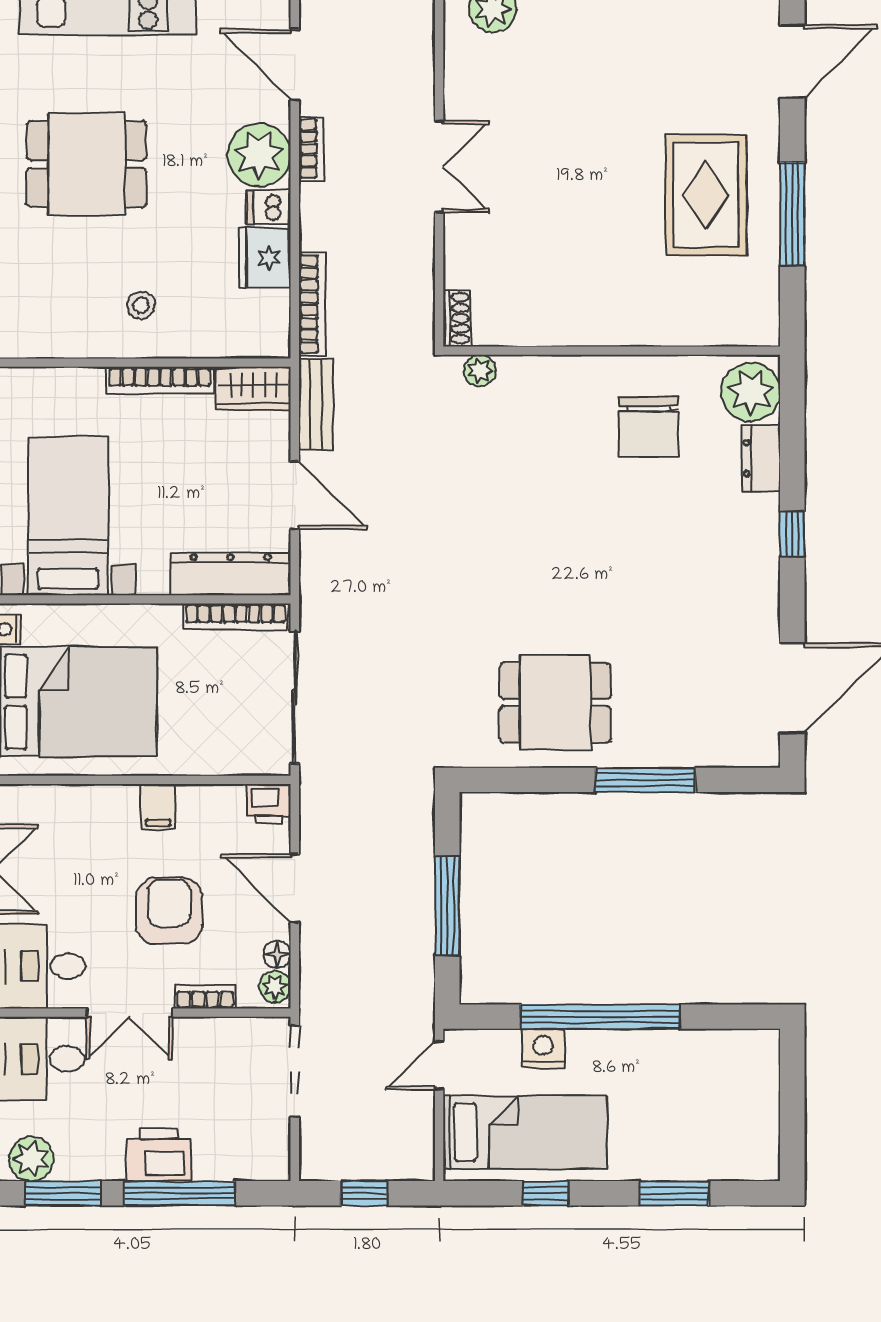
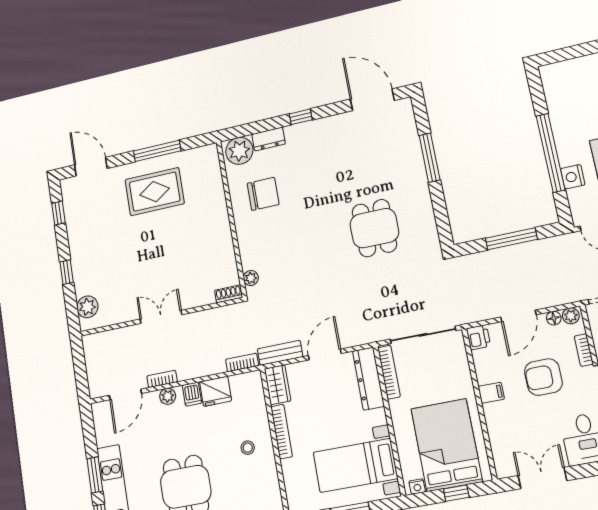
plant: (259, 155) -> (168, 396), width x0.53, depth x0.53
bookcase: (312, 304) -> (242, 362), width x0.64
dining table: (555, 703) -> (374, 228), moved

